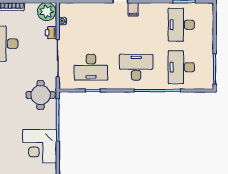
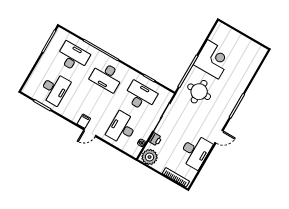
desk: (91, 25) -> (122, 128), added
desk: (181, 67) -> (73, 57), turned -90
round table: (41, 95) -> (199, 92), moved

